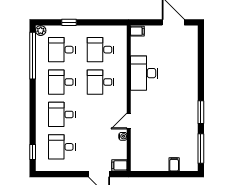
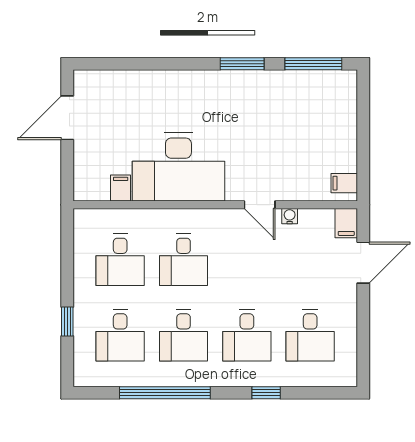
plant: (41, 31) -> (83, 377), removed
filing cabinet: (137, 31) -> (121, 188), moved
window: (33, 56) -> (165, 393), moved
desk: (144, 73) -> (178, 167), width x1.36, depth x1.30
window: (33, 152) -> (266, 393), moved
filing cabinet: (174, 164) -> (344, 183), moved

